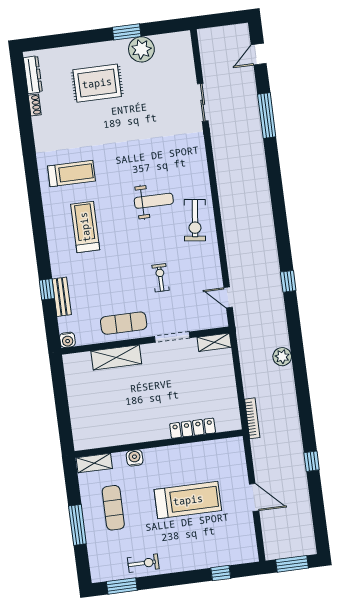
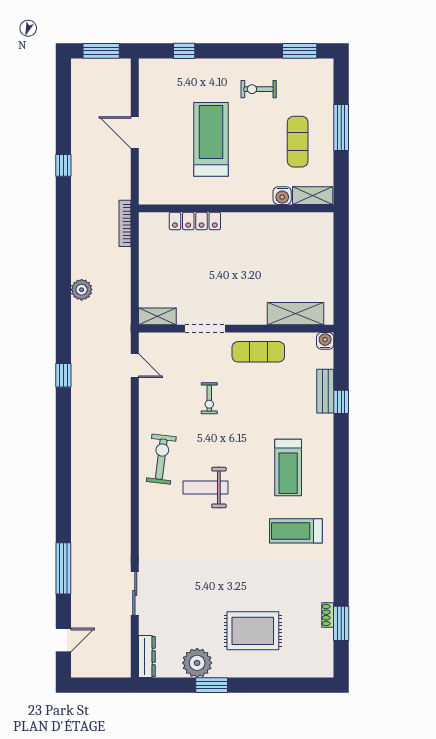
dresser: (33, 75) -> (147, 657), moved, turned 180
window: (22, 99) -> (341, 623), added
shelving: (116, 357) -> (295, 314), moved
water cooler: (135, 458) -> (282, 196), moved
treadmill: (188, 500) -> (211, 139), turned 90
exercise bike: (143, 563) -> (259, 89), moved

